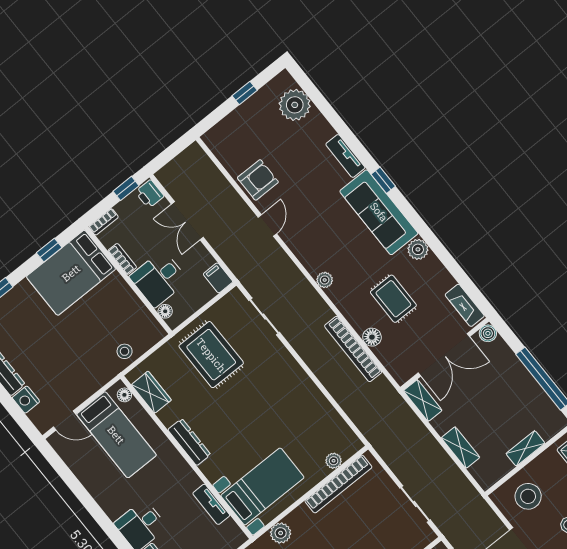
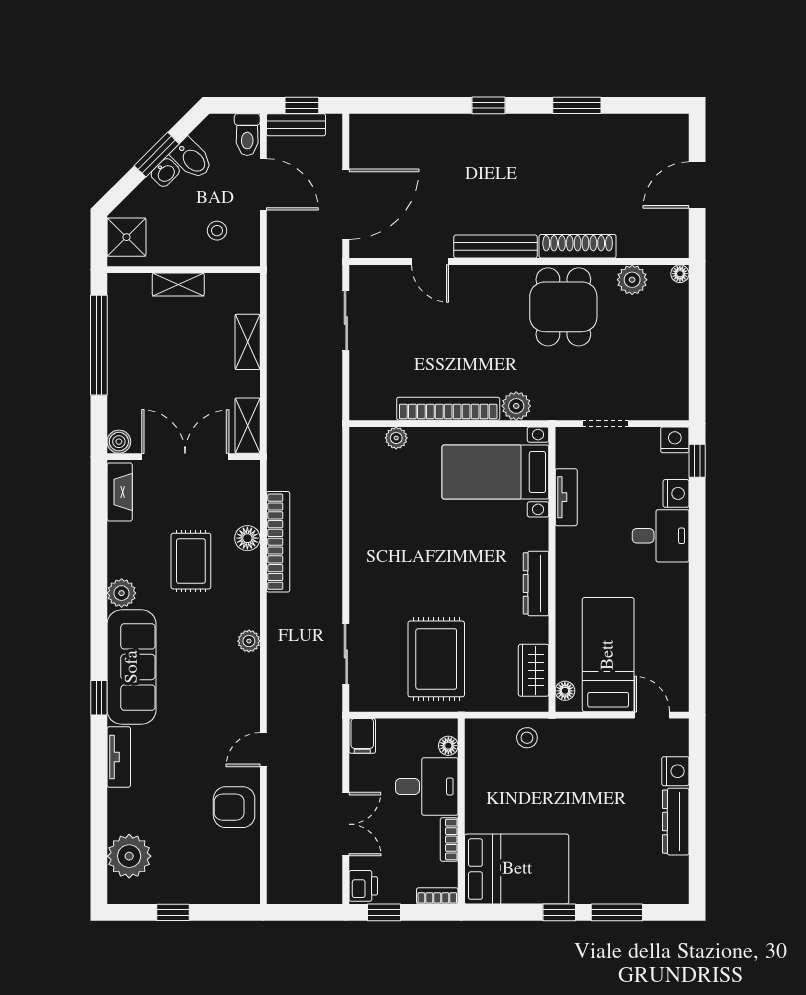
window: (49, 250) -> (559, 912), moved
bookcase: (338, 484) -> (448, 409), moved
stool: (528, 496) -> (217, 231), width x0.53, depth x0.53

